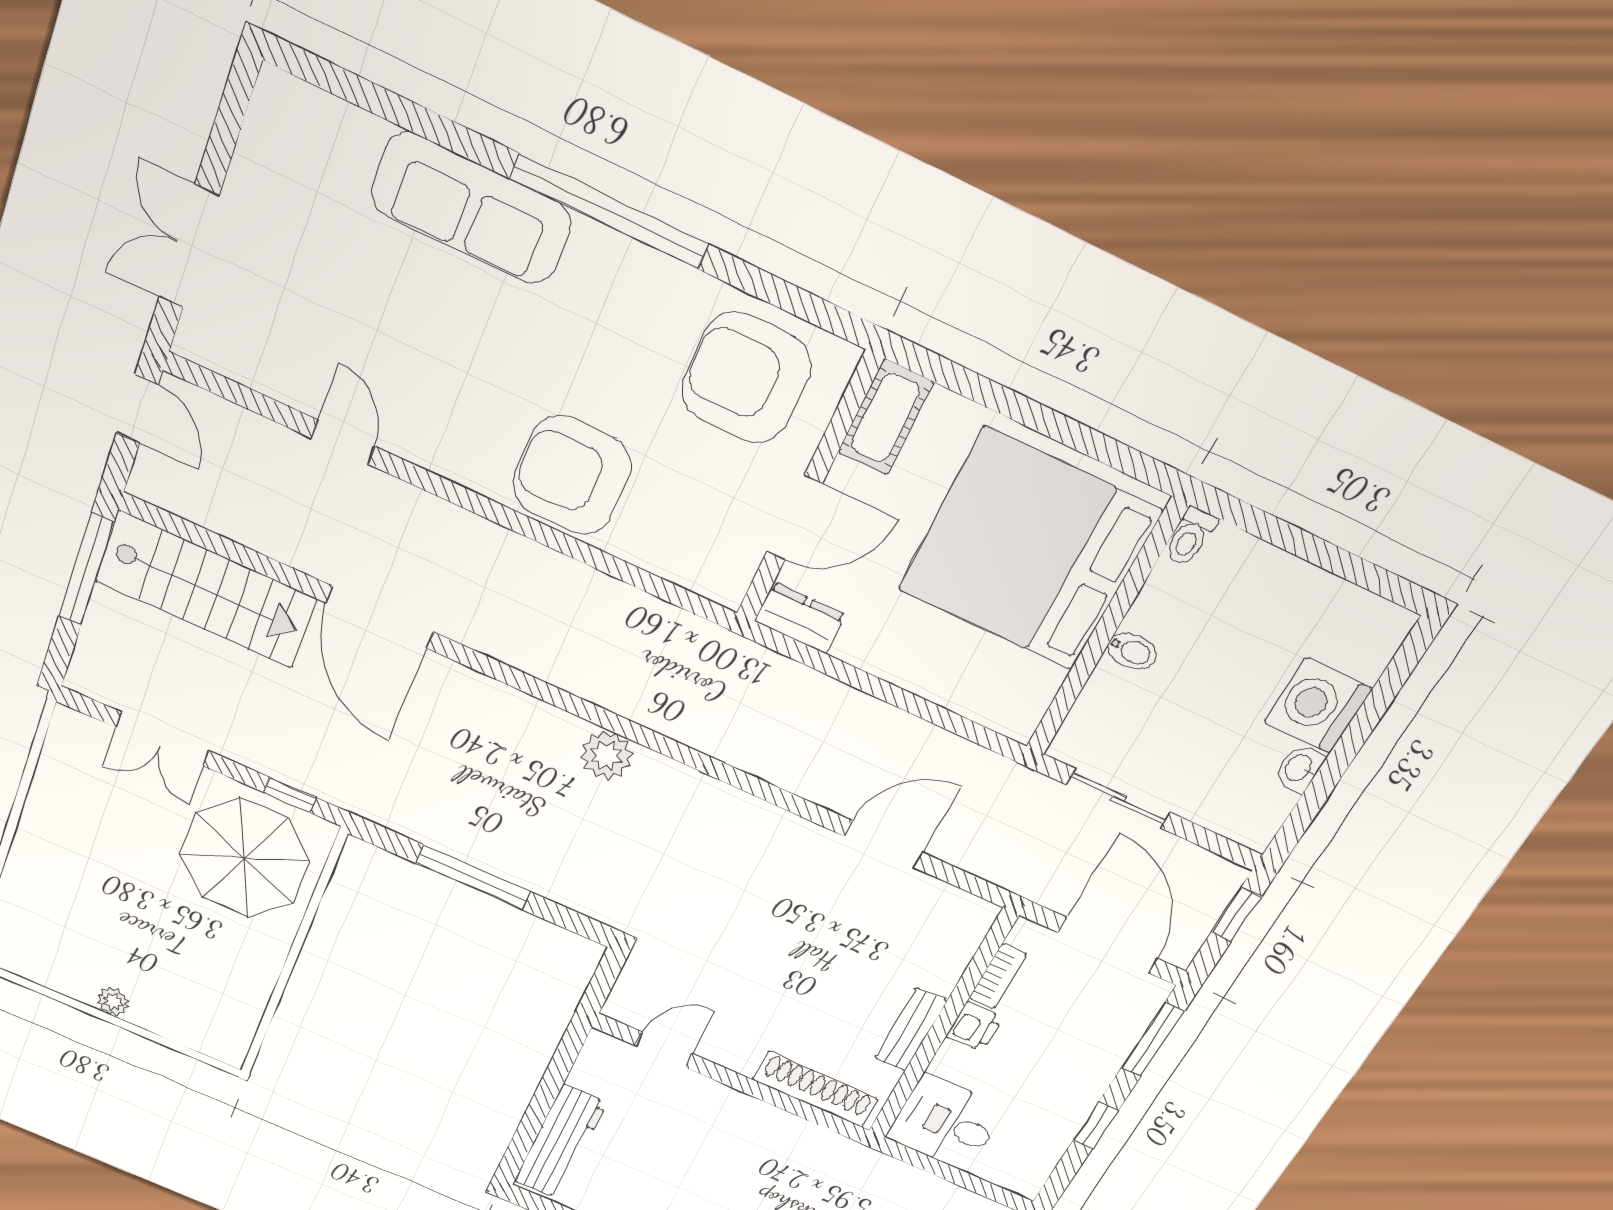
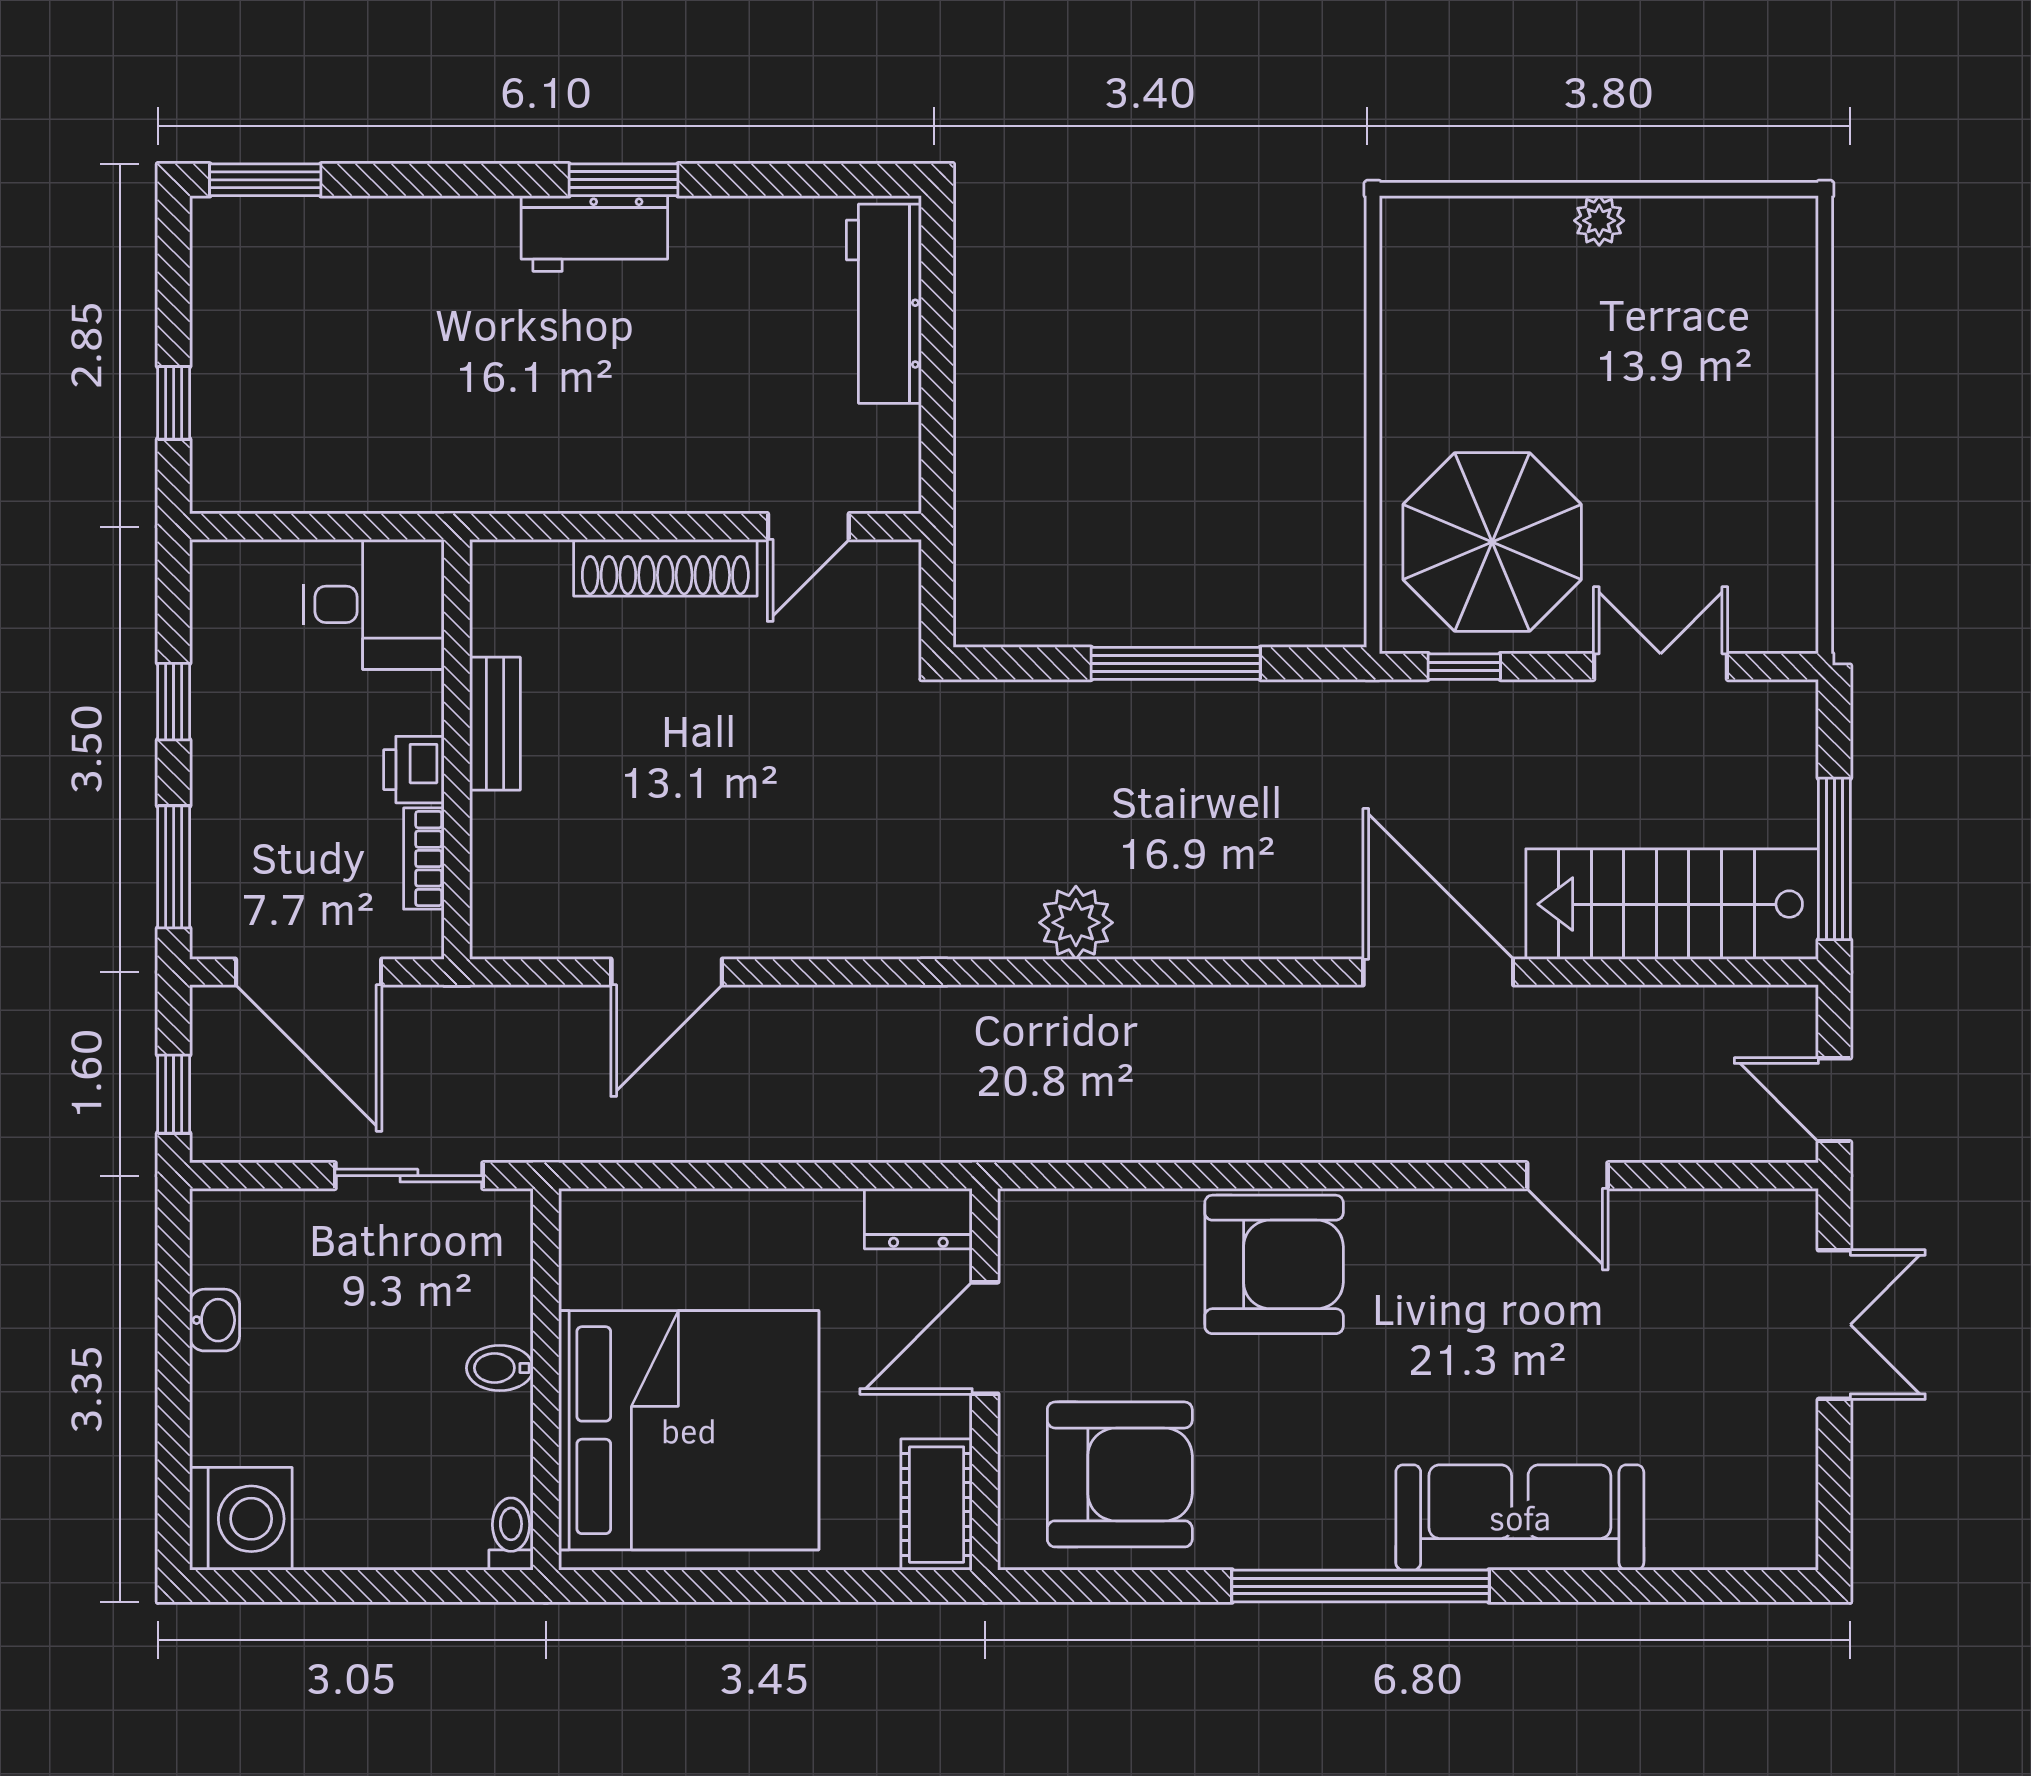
washing machine: (1318, 706) -> (241, 1519), moved
shoe rack: (815, 1089) -> (665, 568), moved

